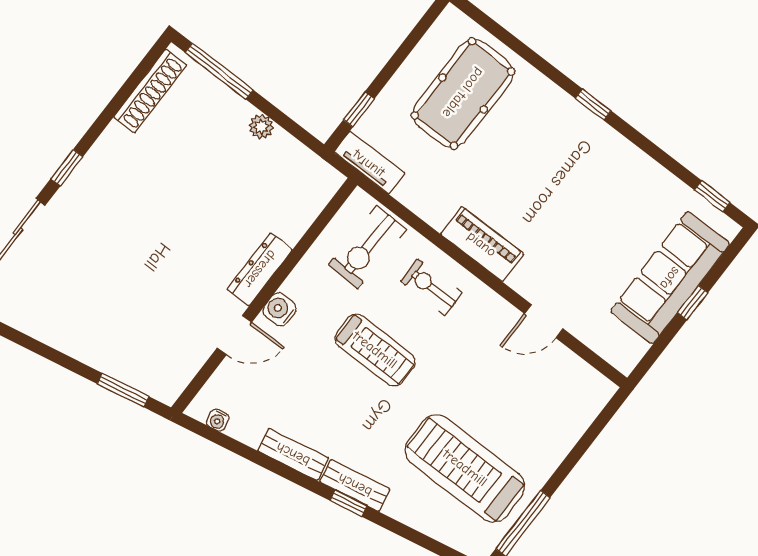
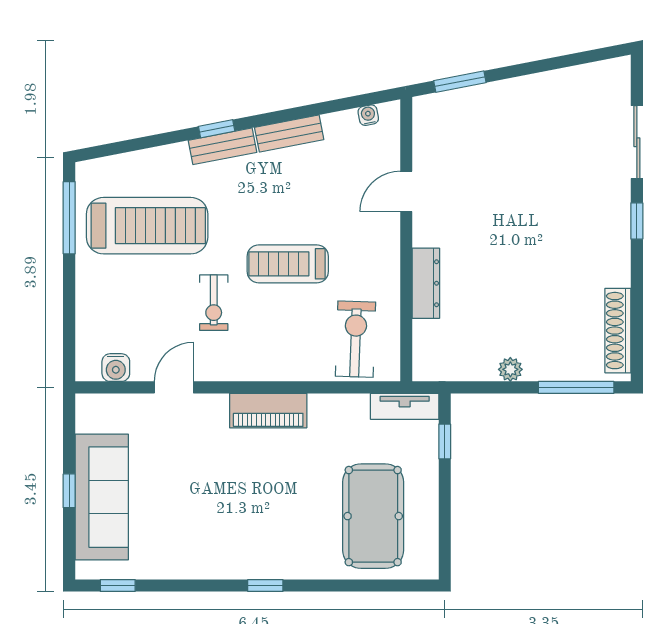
dresser: (260, 269) -> (426, 283), moved
exercise bike: (431, 287) -> (214, 303), moved, turned 90
water cooler: (280, 309) -> (116, 368), moved, turned 90

